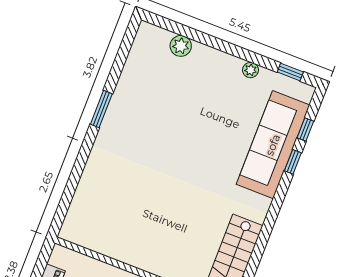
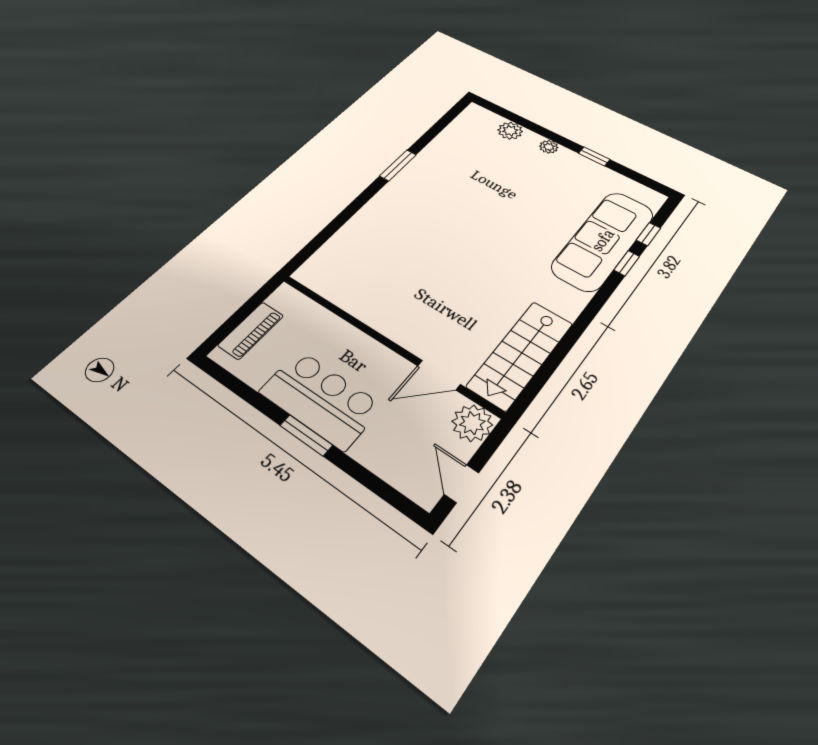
plant: (250, 70) -> (549, 147), moved
window: (290, 72) -> (594, 156), moved

